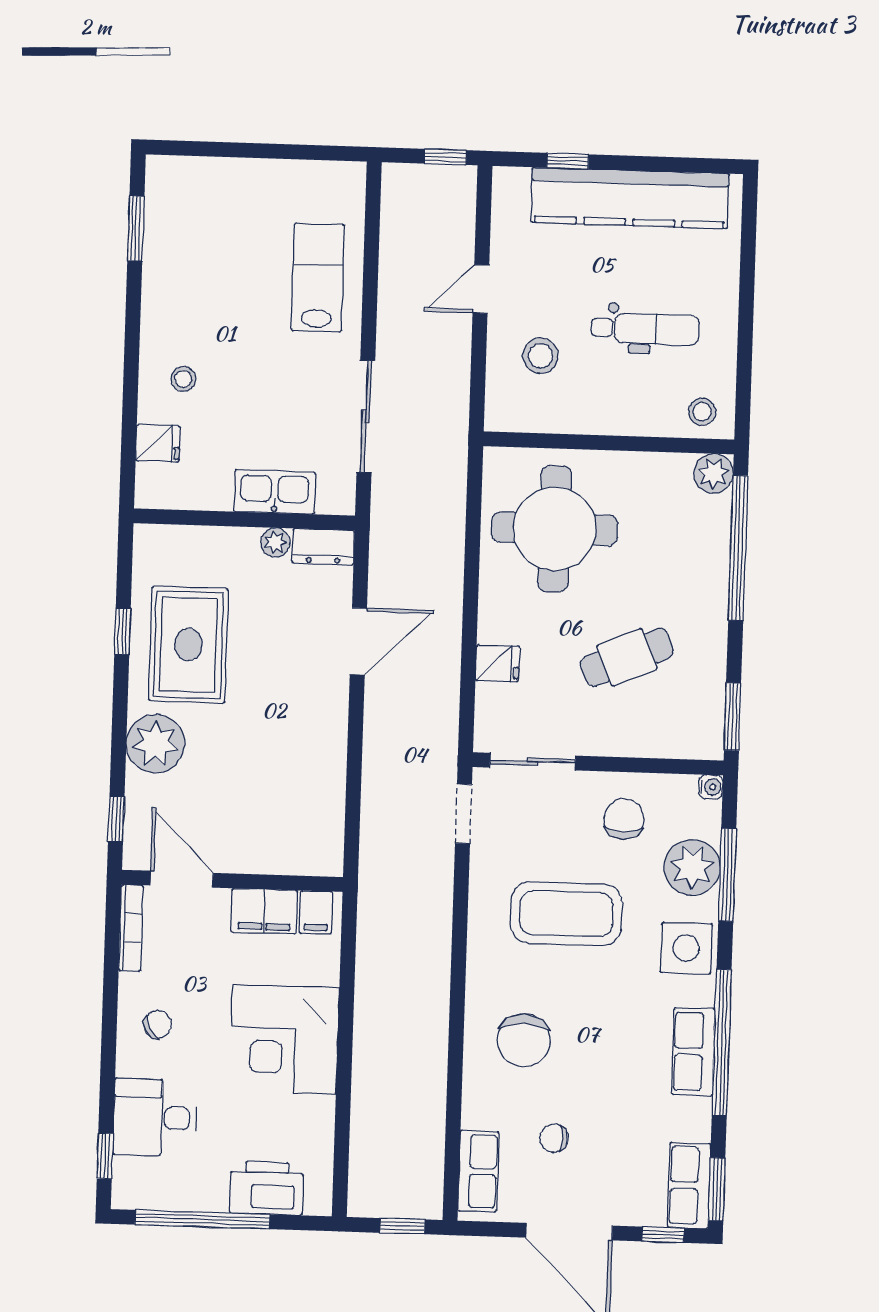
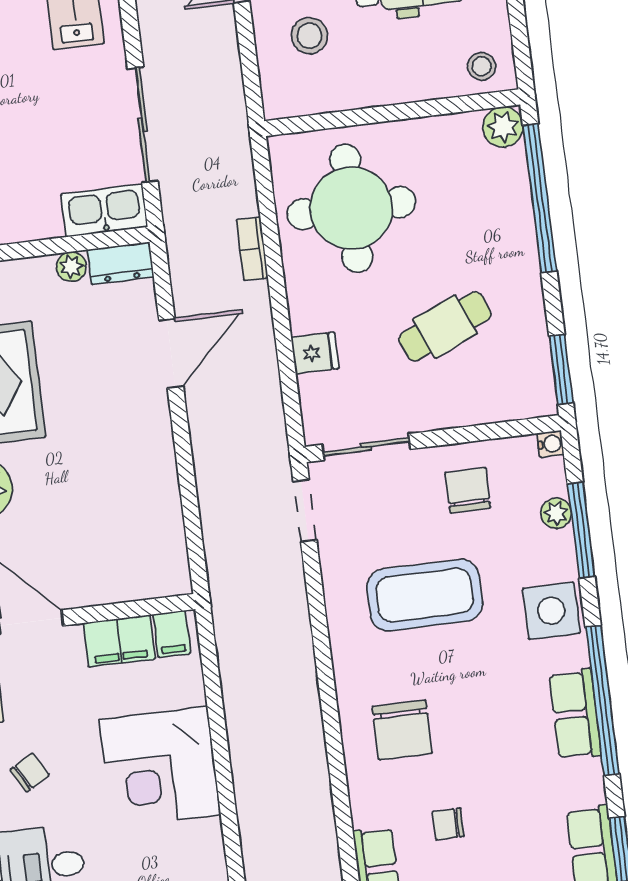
kitchen sink: (275, 492) -> (104, 210), moved
bookcase: (453, 553) -> (252, 249), added
plant: (692, 867) -> (556, 513), width x0.53, depth x0.53

